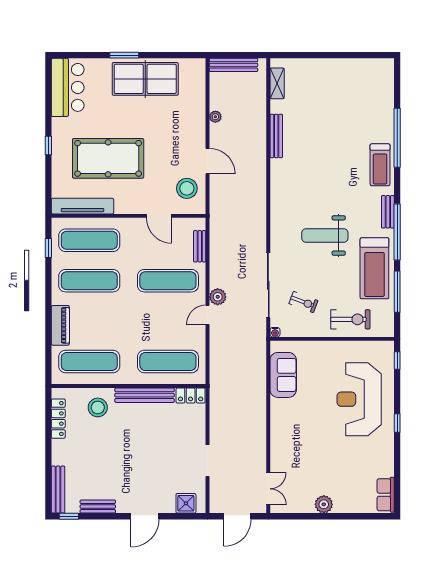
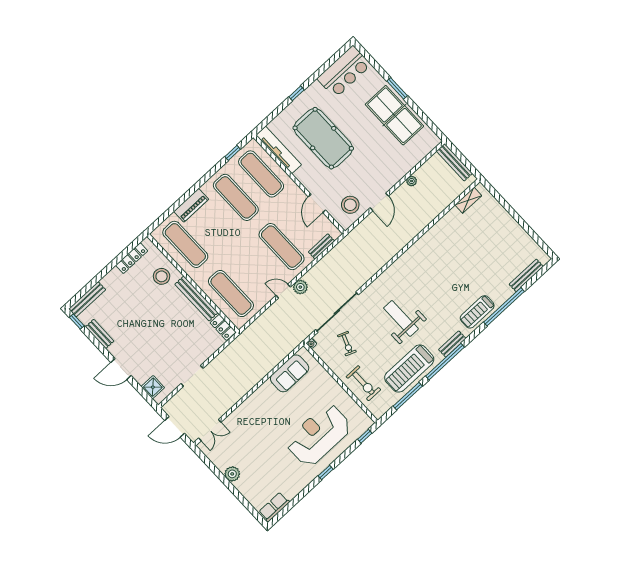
bench: (276, 136) -> (526, 275), moved

